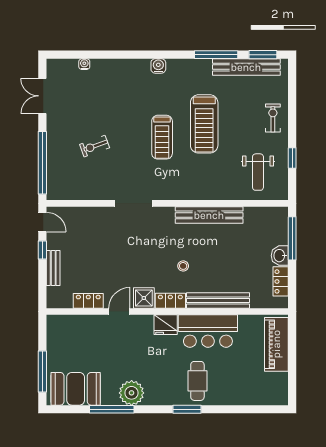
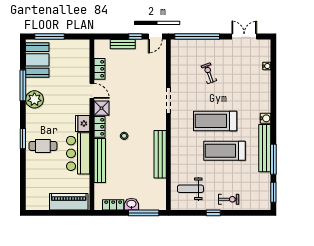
bench: (246, 67) -> (265, 148), moved
treadmill: (162, 137) -> (215, 121), width x1.37, depth x1.38
window: (292, 158) -> (213, 213), moved

